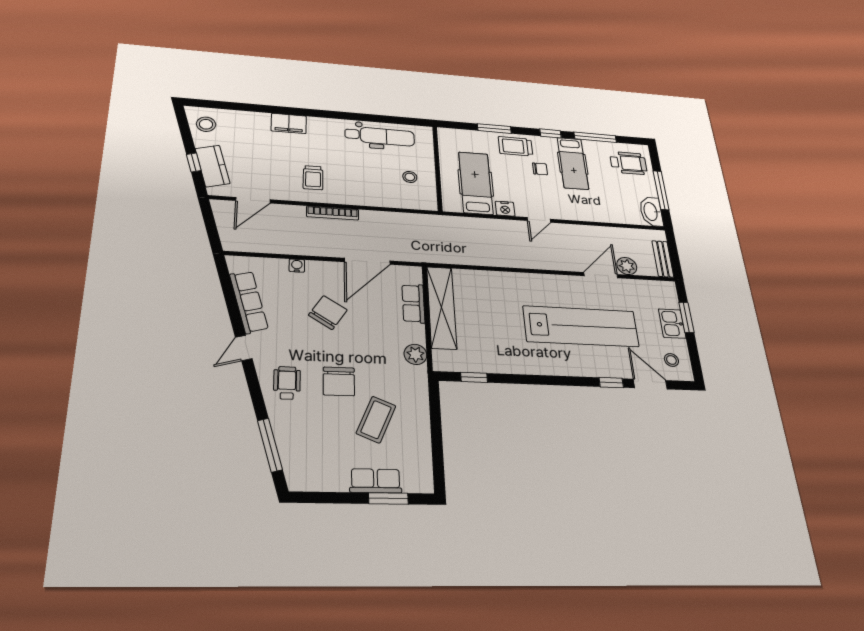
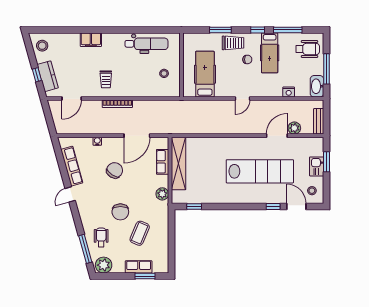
trolley: (515, 146) -> (233, 43), turned 180
nightstand: (505, 209) -> (289, 92), moved
wheelchair: (287, 383) -> (101, 237), moved
plant: (306, 476) -> (104, 265), added

